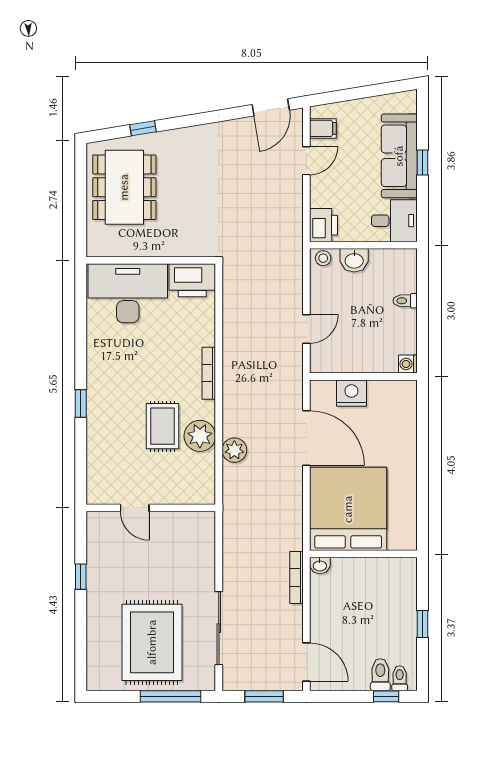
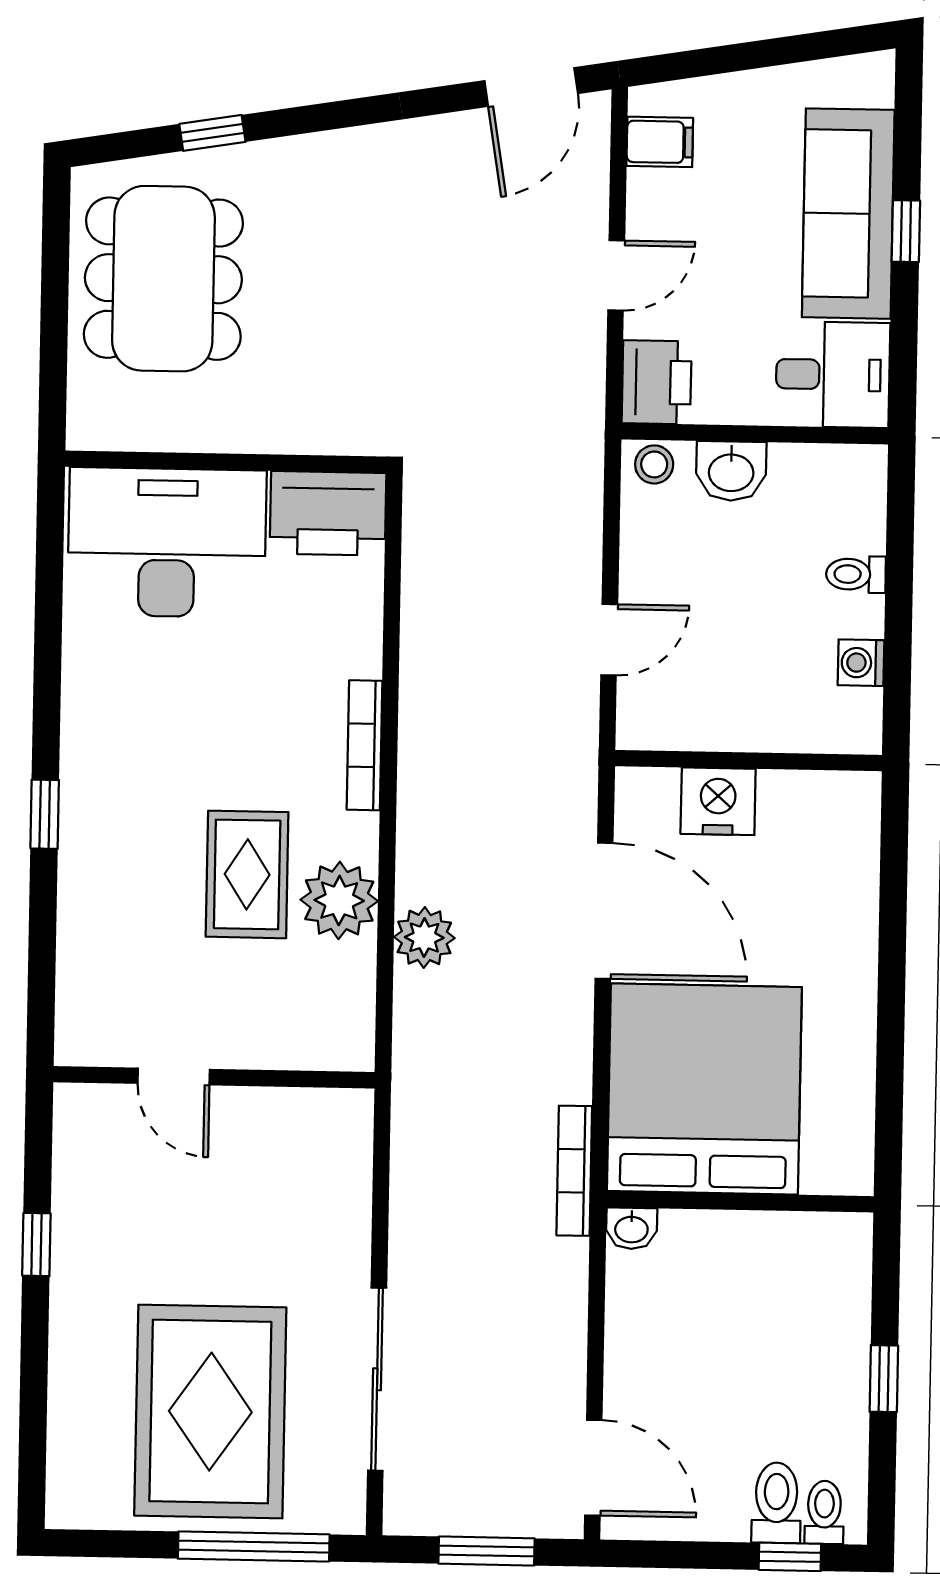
door: (306, 161) -> (616, 275), moved
washing machine: (408, 364) -> (861, 663), moved
bookcase: (296, 578) -> (574, 1171), moved

